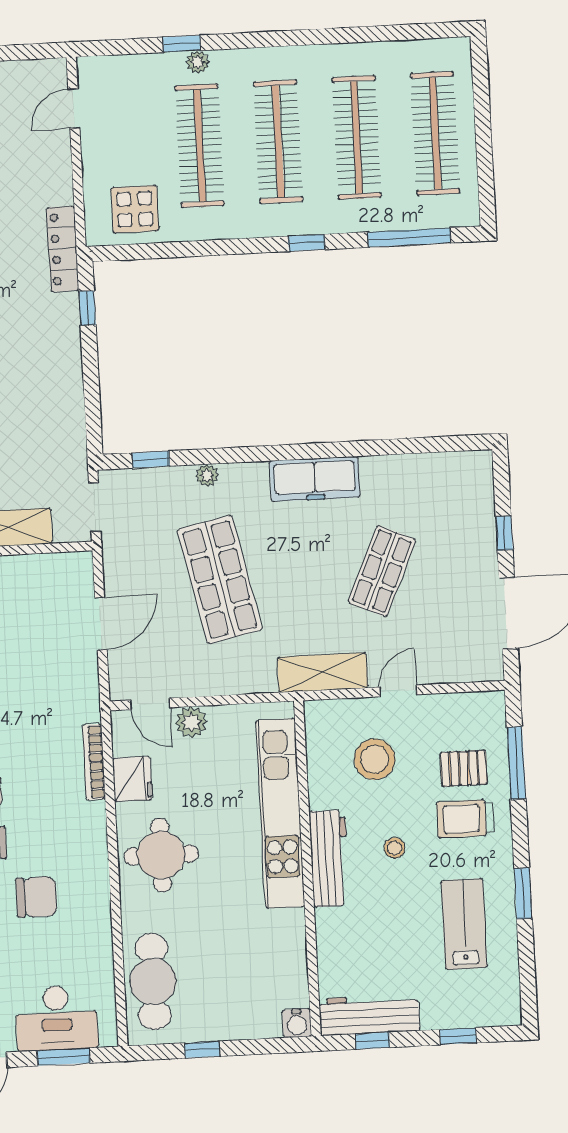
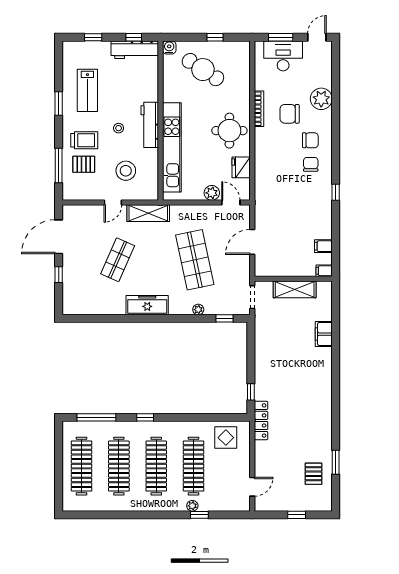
bookcase: (94, 762) -> (259, 109), moved
cafe table: (153, 982) -> (203, 70), moved, turned -57

